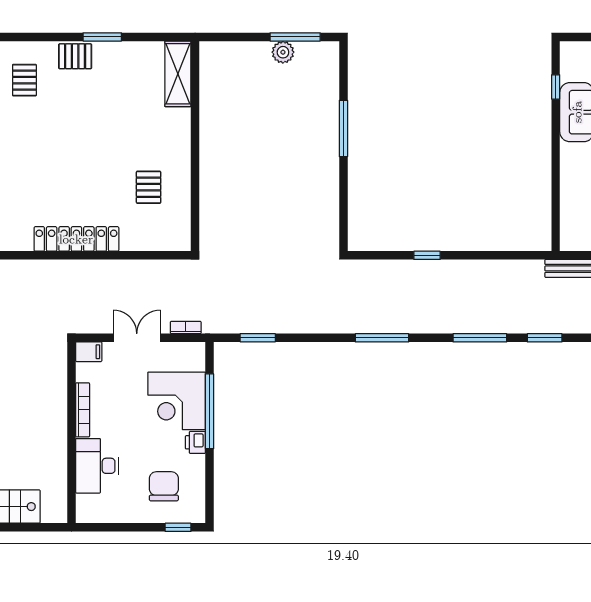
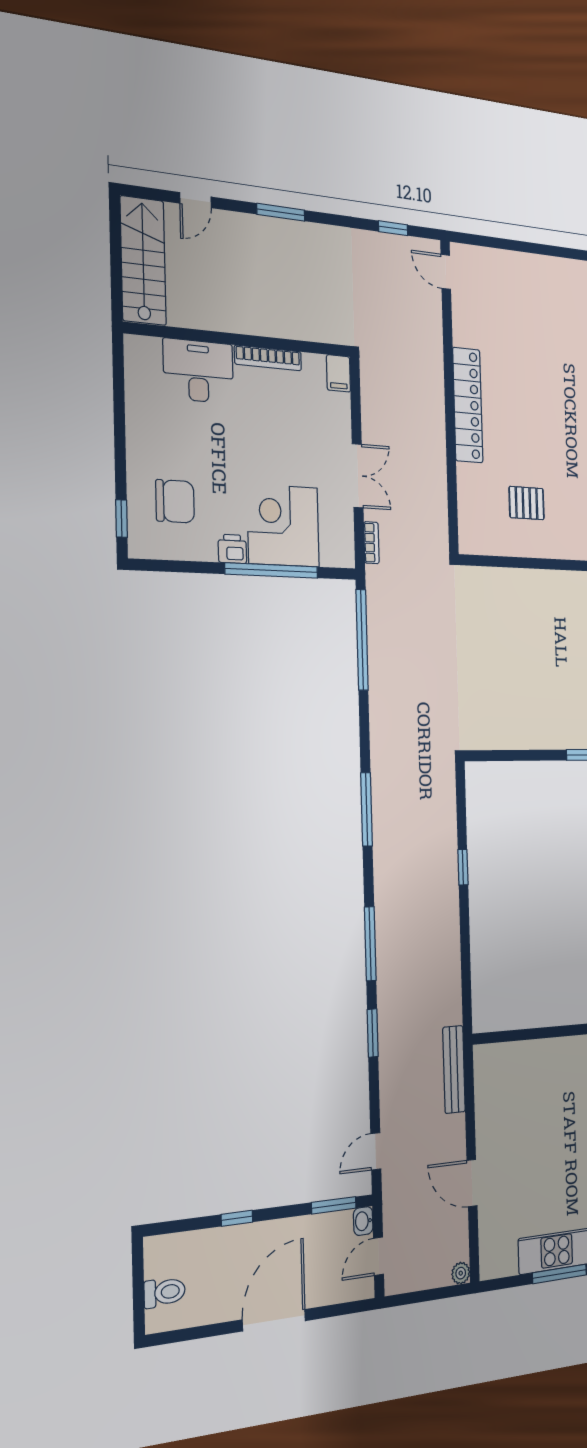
window: (258, 338) -> (362, 640), width x2.11
filing cabinet: (89, 352) -> (338, 373), moved
bookcase: (83, 410) -> (268, 358), moved
wall: (72, 433) -> (240, 340), moved
desk: (97, 466) -> (198, 371), moved

